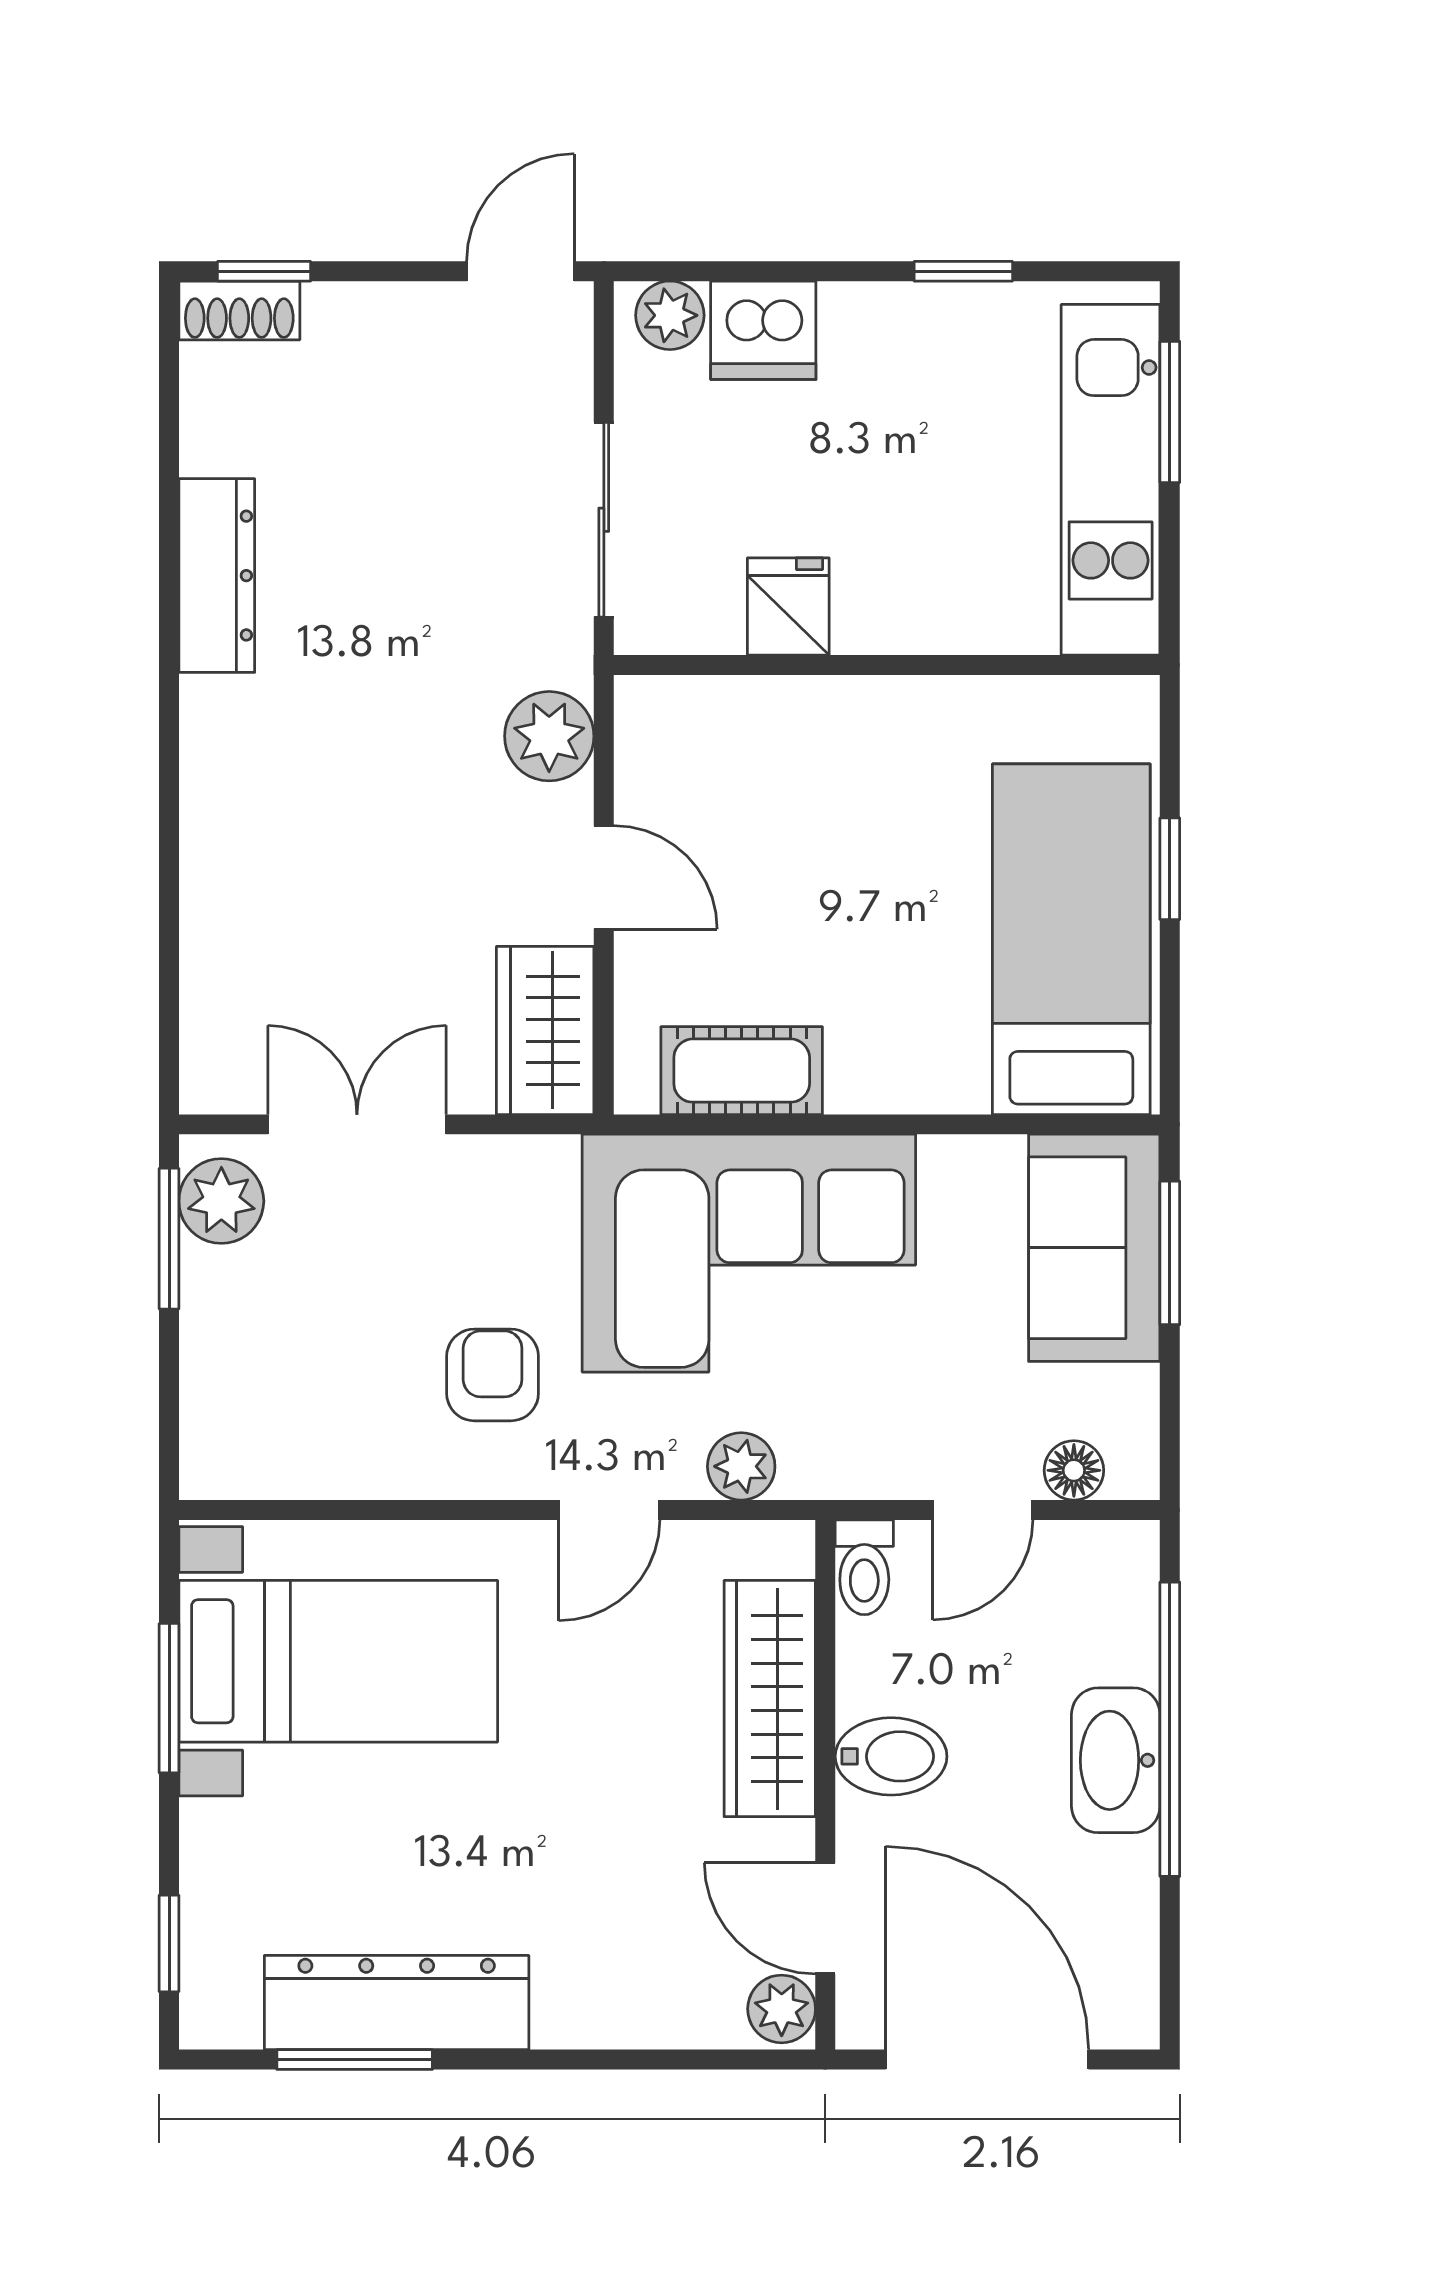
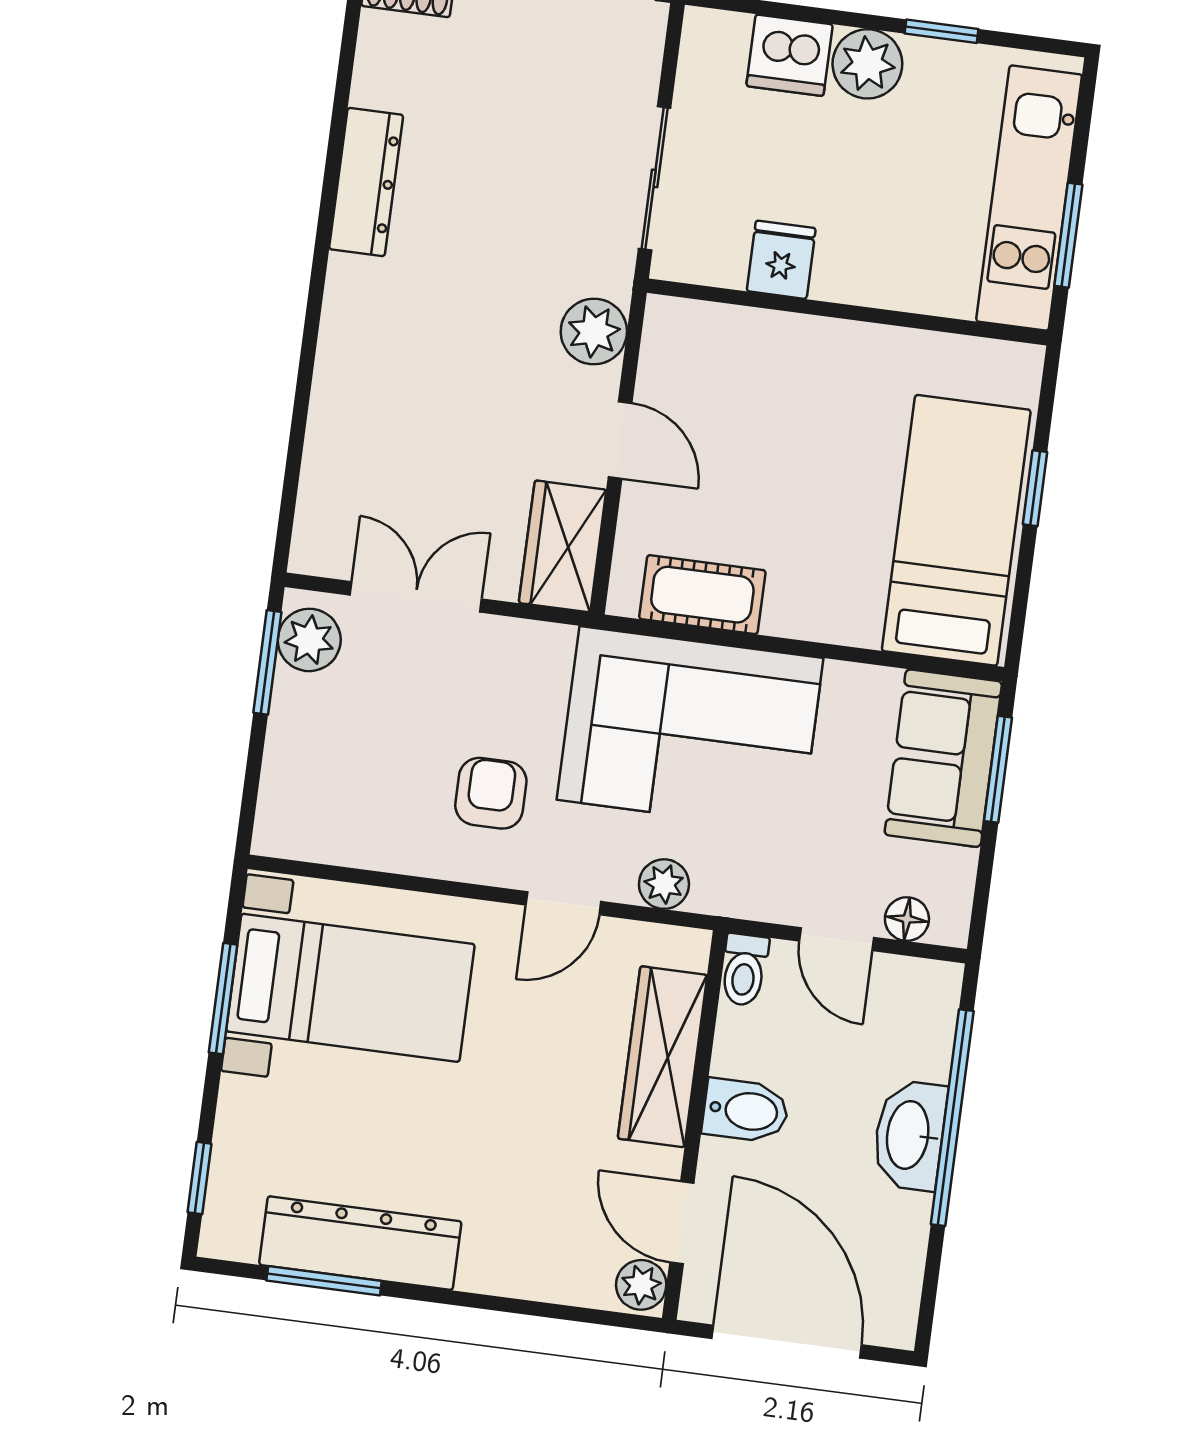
plant: (670, 315) -> (867, 64), moved, width x1.38, depth x1.38
window: (1170, 412) -> (1068, 235), moved
door: (983, 1510) -> (837, 939), hinge flipped

